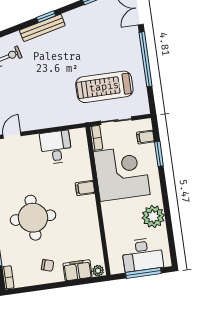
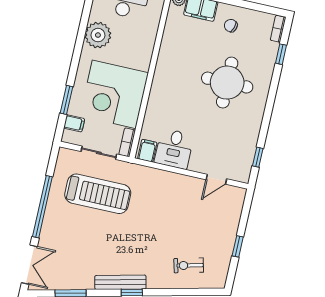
bench: (42, 28) -> (120, 282), moved
filing cabinet: (85, 188) -> (147, 151), moved, turned -90

